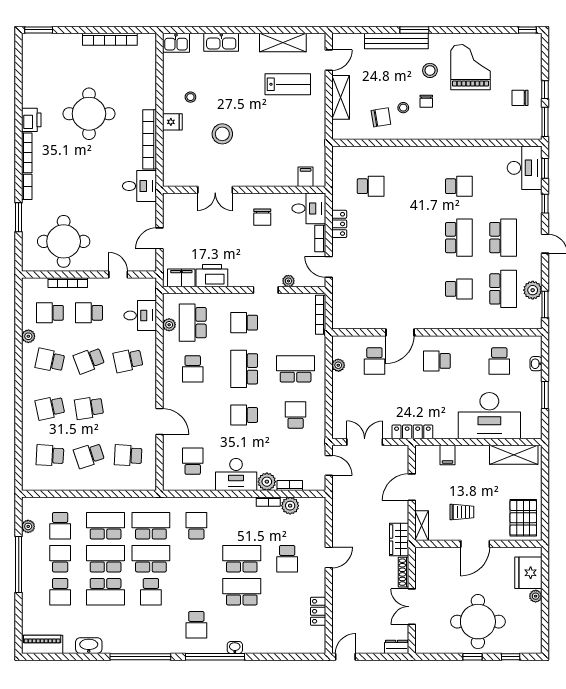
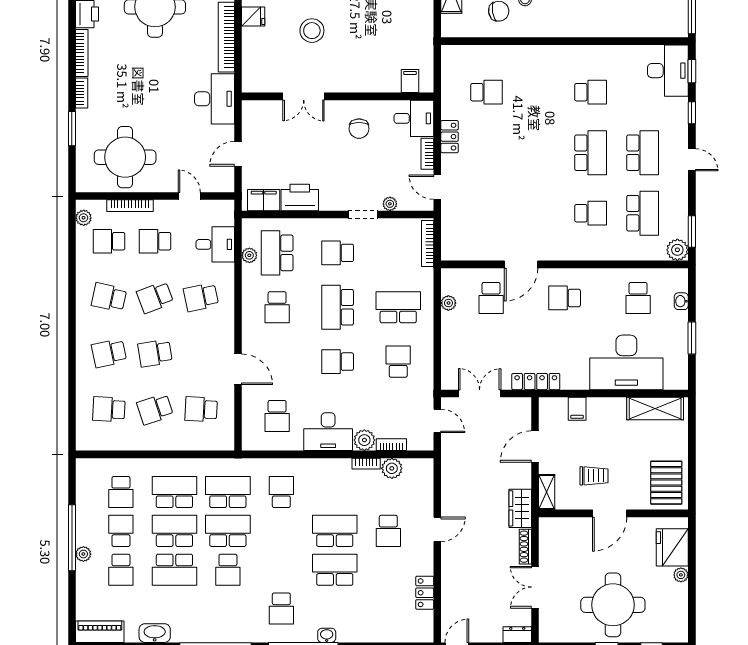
desk: (140, 186) -> (214, 99), width x1.37
plant: (533, 290) -> (677, 250), moved
plant: (28, 336) -> (84, 218), moved
school desk: (193, 461) -> (277, 416), turned 180
plant: (28, 526) -> (83, 554), moved

